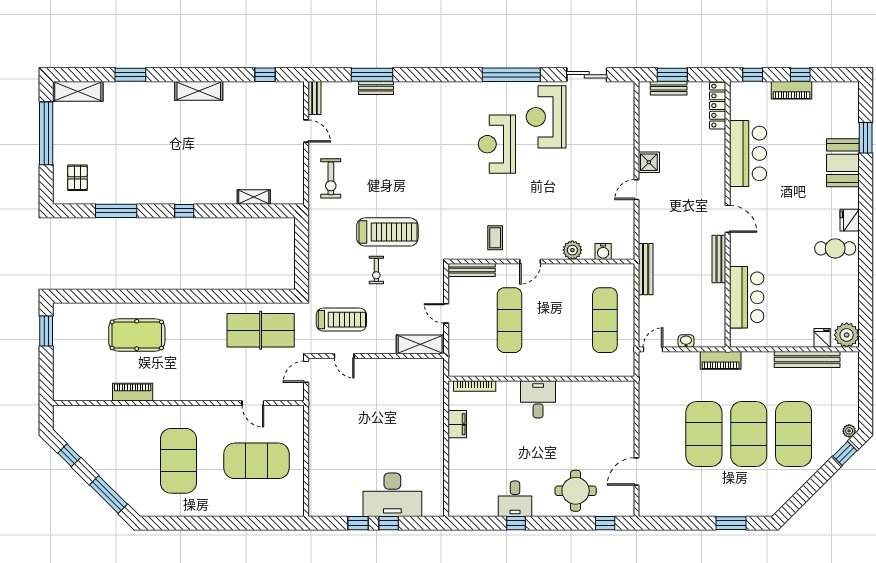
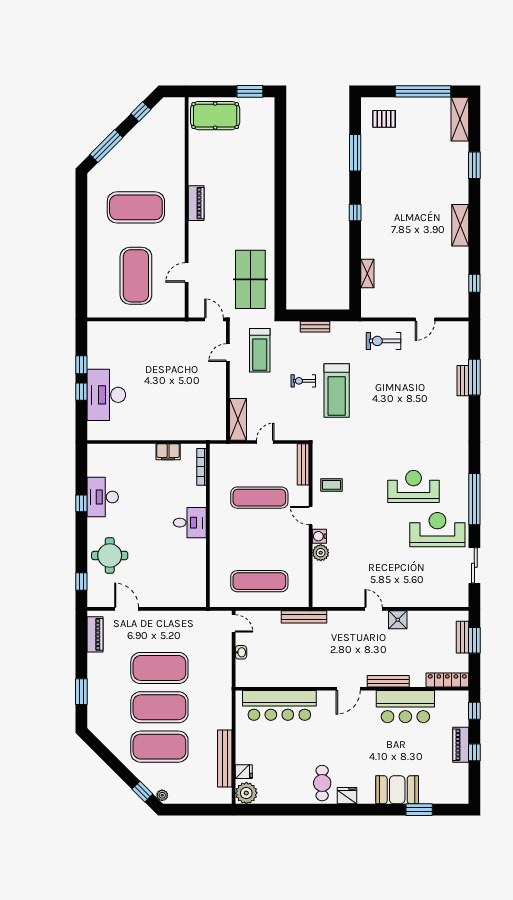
bench: (315, 98) -> (315, 327), moved
water cooler: (603, 252) -> (319, 536), moved
bench: (719, 259) -> (388, 681), moved
bar counter: (747, 297) -> (279, 705), width x1.36
pool table: (137, 335) -> (215, 116), moved, turned 90
piano: (721, 360) -> (95, 634), moved, turned 180
piano: (133, 392) -> (196, 203), moved
desk: (515, 499) -> (103, 497), width x1.37

